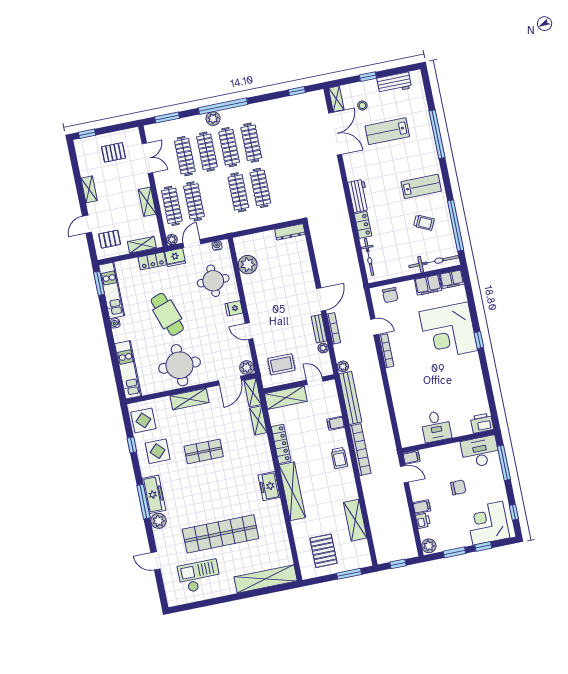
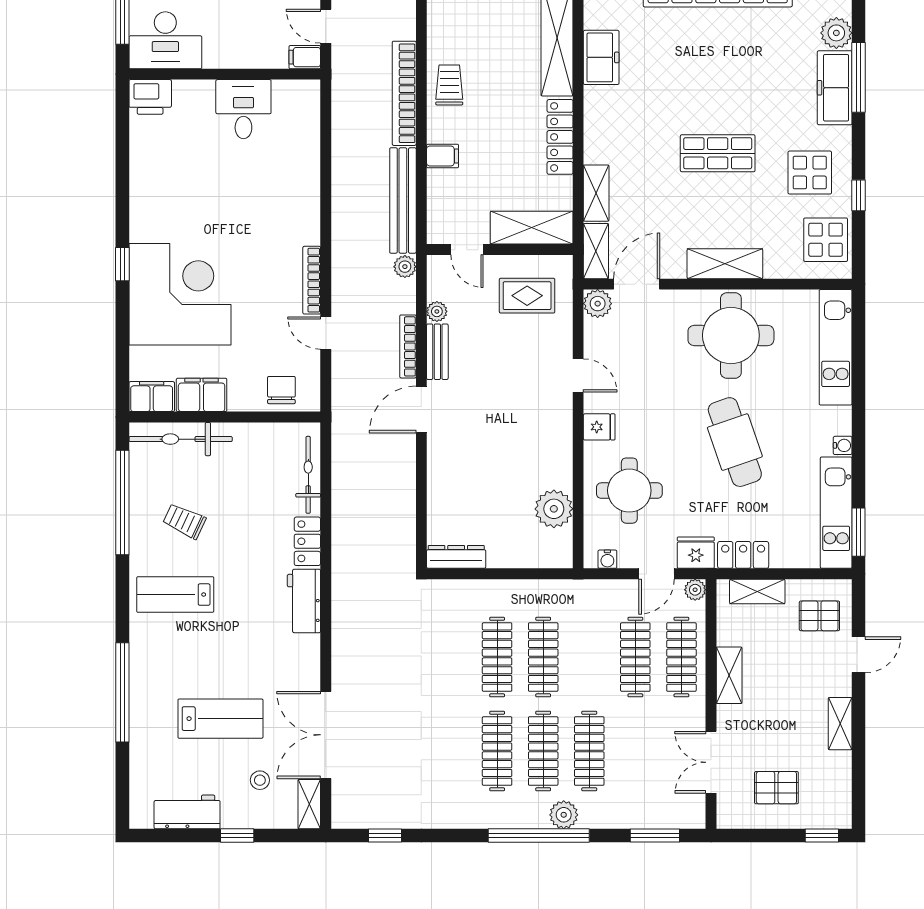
clothes rail: (185, 156) -> (635, 751), removed

